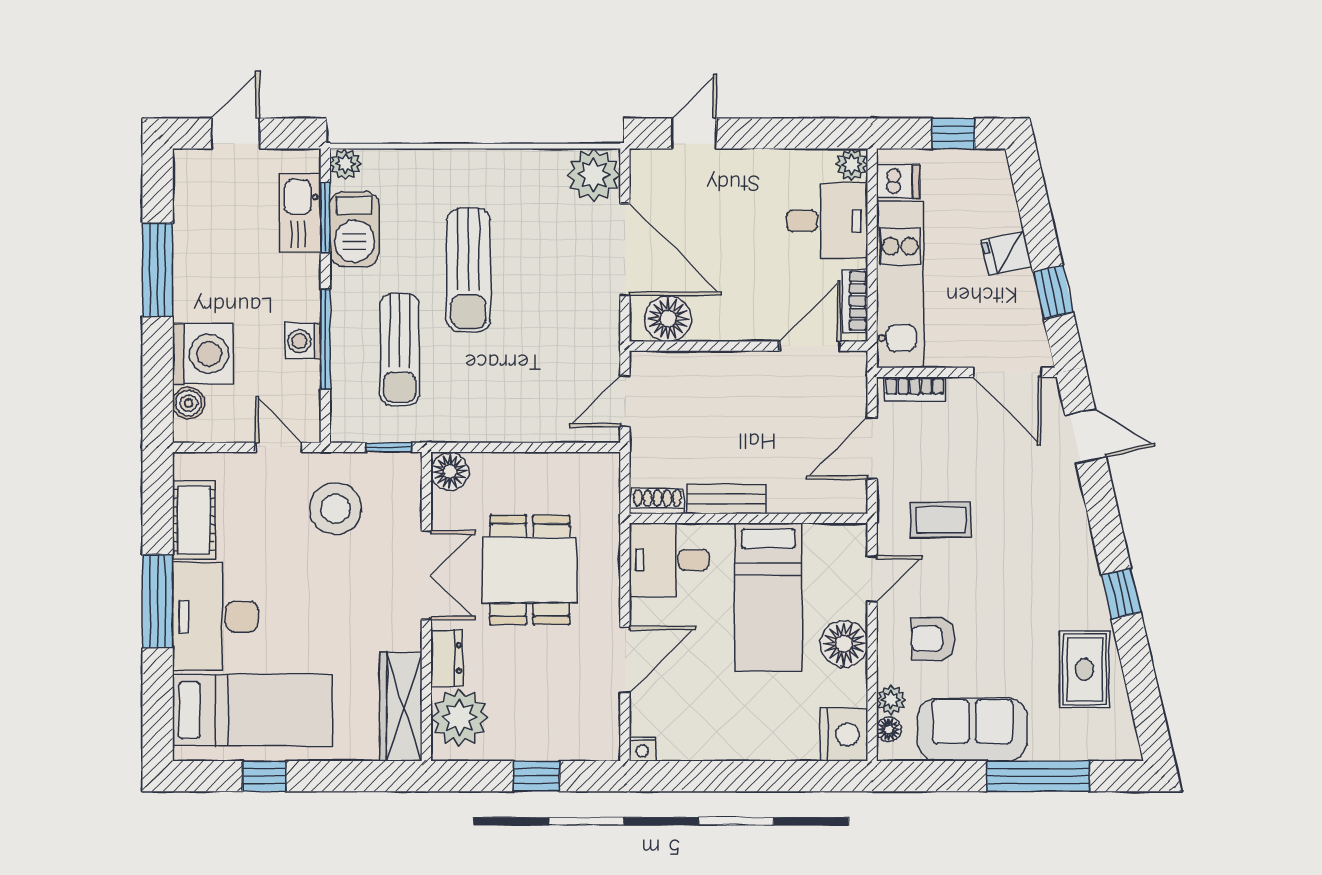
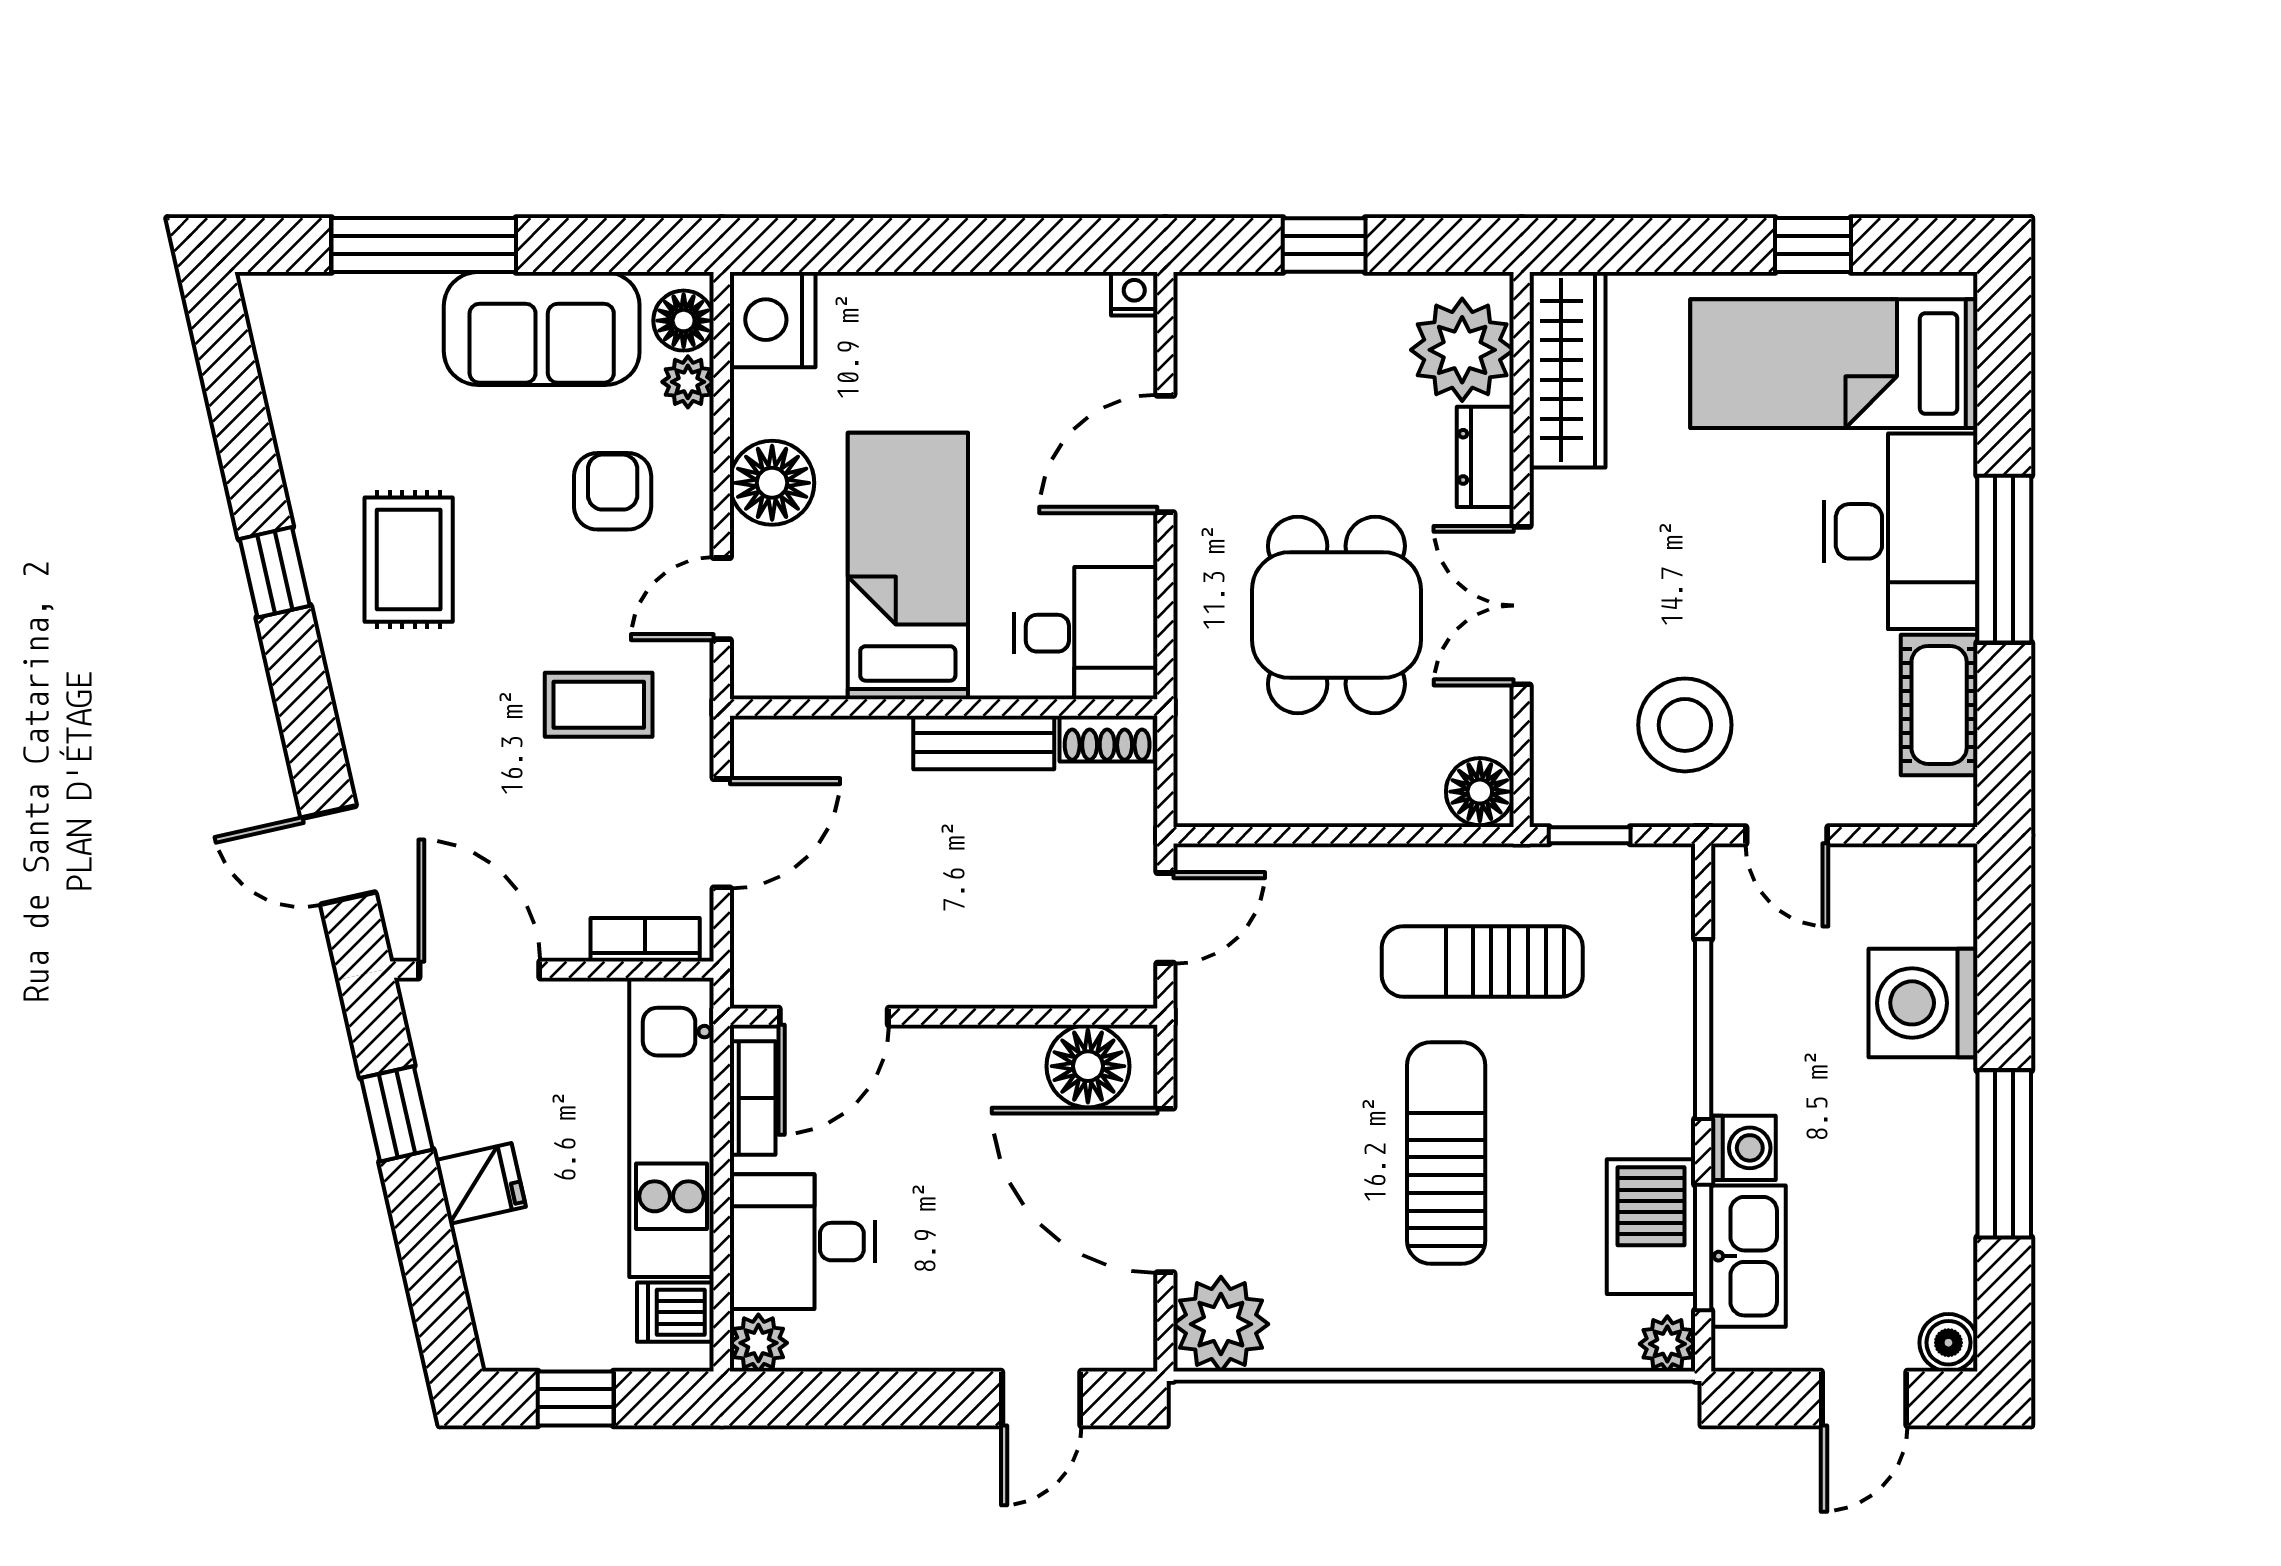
washing machine: (303, 341) -> (1743, 1148), moved
sun lounger: (400, 350) -> (1482, 961), moved, turned -90
boiler: (189, 403) -> (1948, 1343), moved
armchair: (933, 639) -> (613, 491), turned -90
rug: (1085, 669) -> (409, 560), moved
floor lamp: (889, 729) -> (684, 321), width x1.37, depth x1.37

